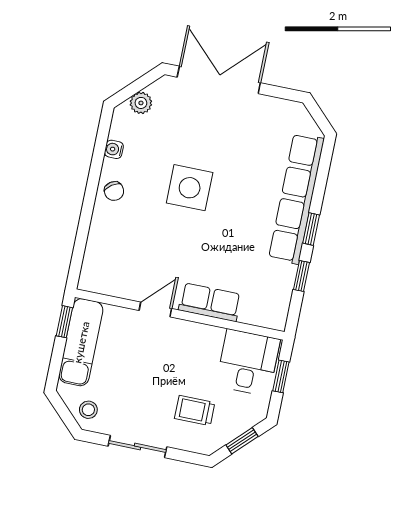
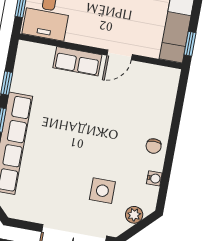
side table: (190, 188) -> (102, 191), moved, width x0.73, depth x0.73
chair: (114, 191) -> (154, 146), turned -145

